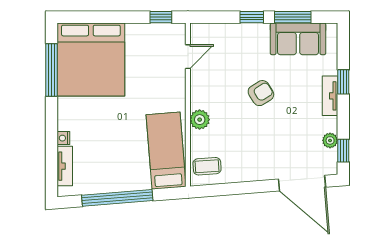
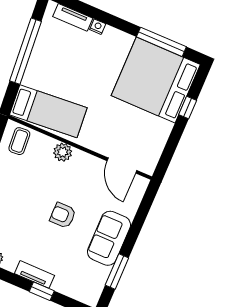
window: (161, 17) -> (188, 107), moved
window: (252, 17) -> (132, 236), removed
sofa: (298, 39) -> (109, 238), moved
door: (188, 57) -> (122, 166), width x1.38
armchair: (261, 93) -> (63, 215), turned 122

